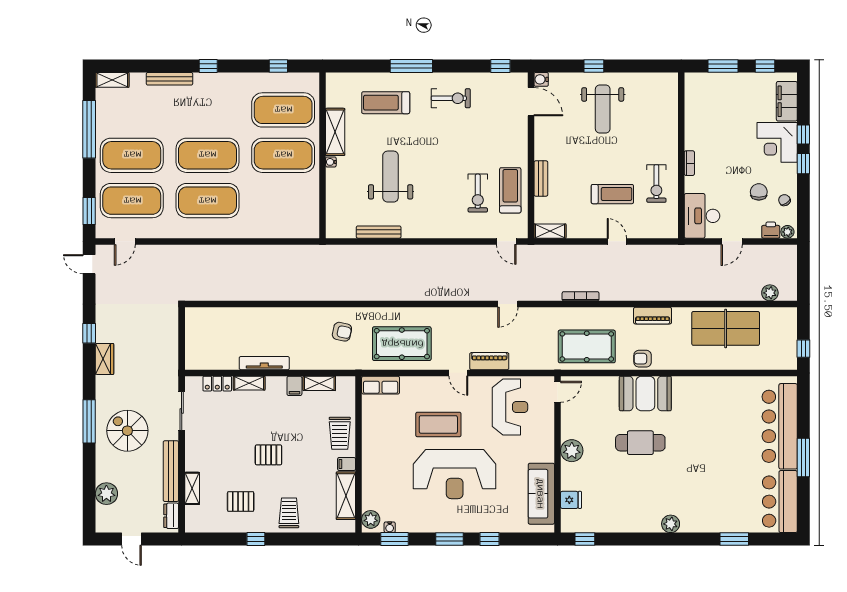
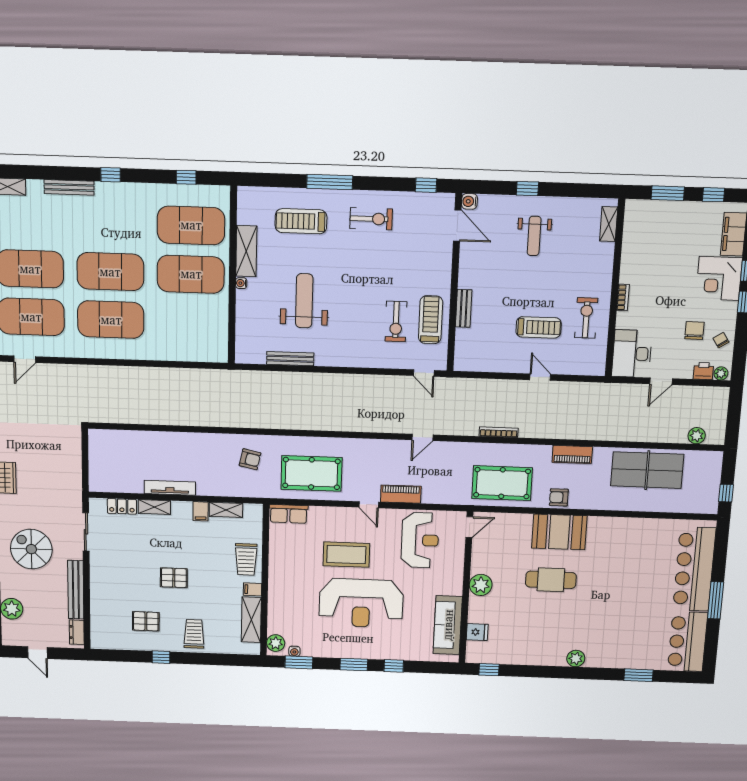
weight bench: (603, 109) -> (534, 236), width x0.73, depth x0.75
exercise bike: (656, 184) -> (586, 318), turned 180
shelving: (550, 231) -> (609, 224), moved, turned 90
shelving: (192, 488) -> (97, 607), removed

